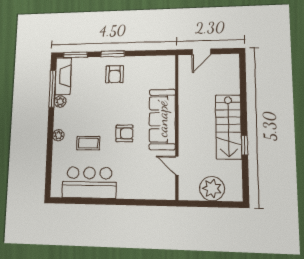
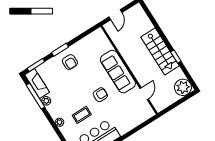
door: (177, 166) -> (144, 94), swing flipped
plant: (212, 189) -> (183, 87), moved

